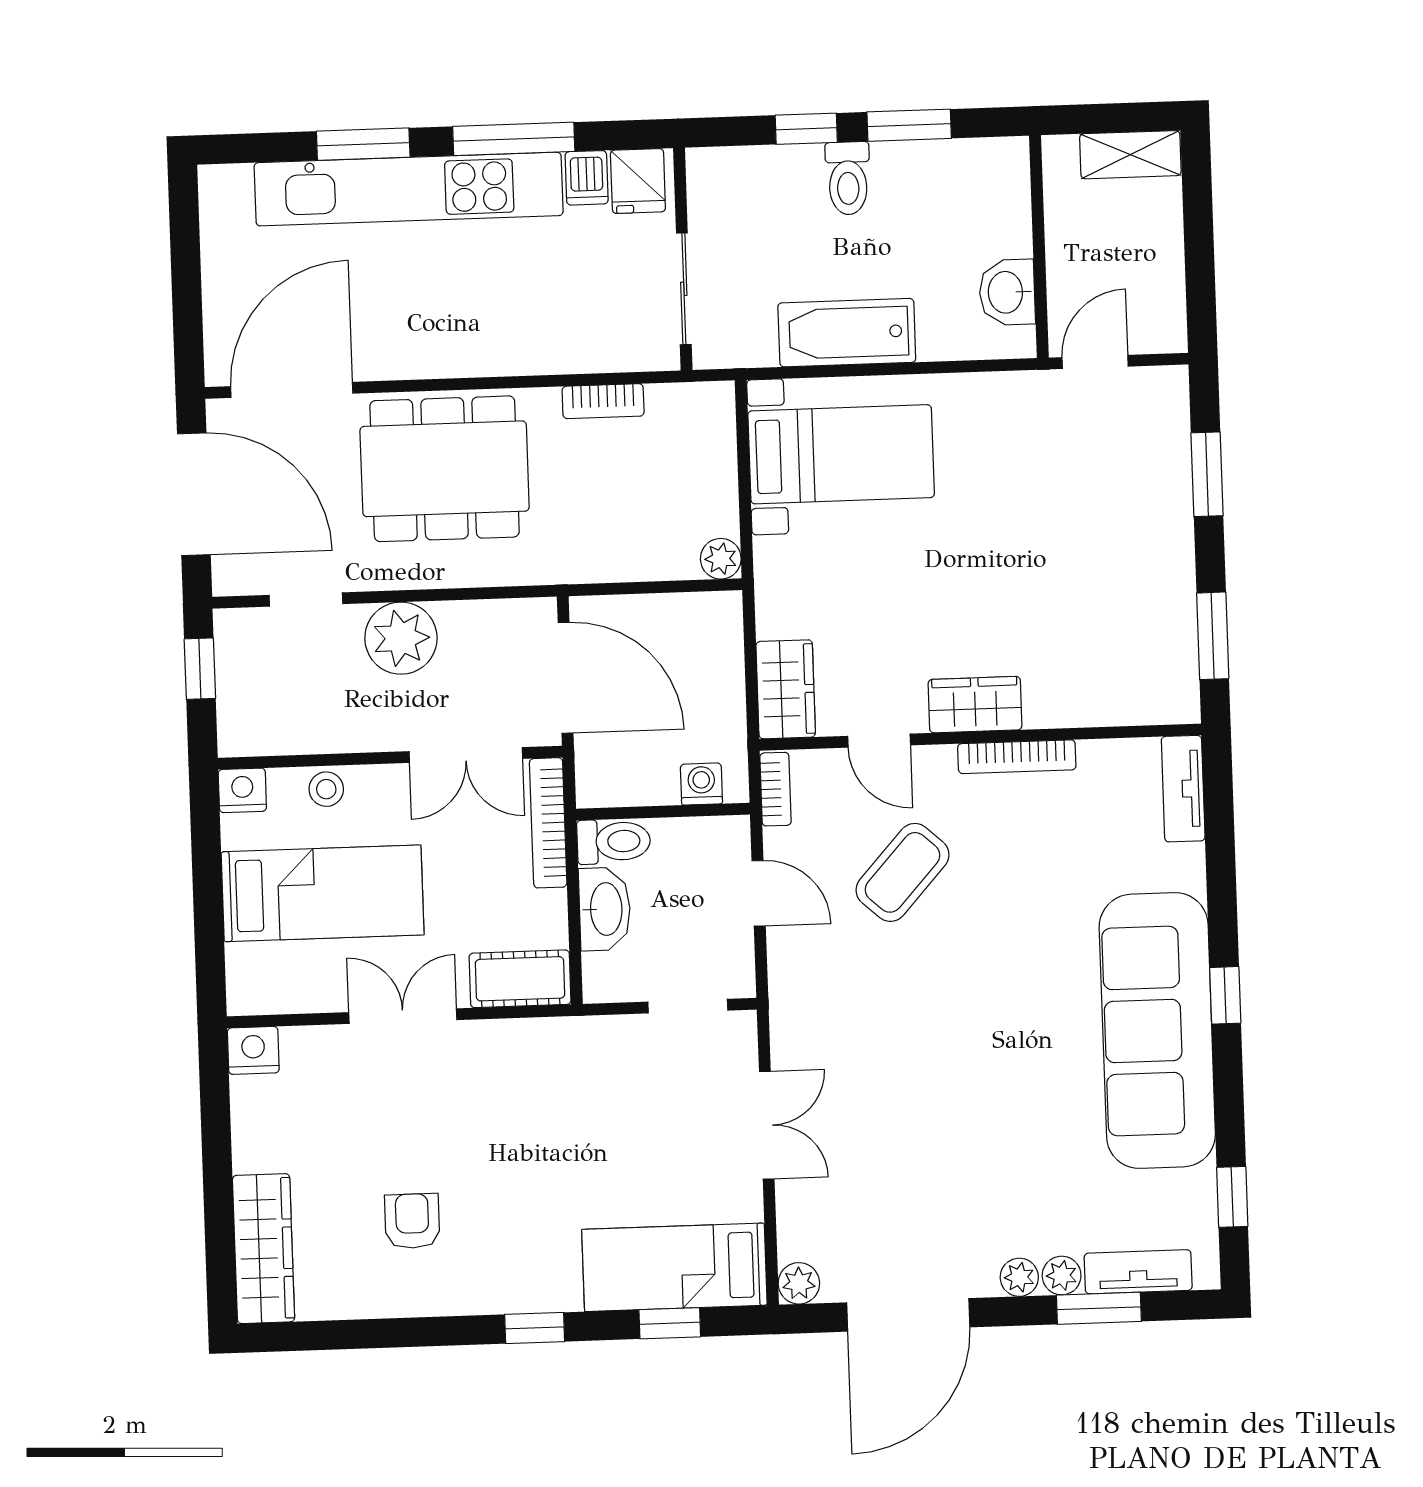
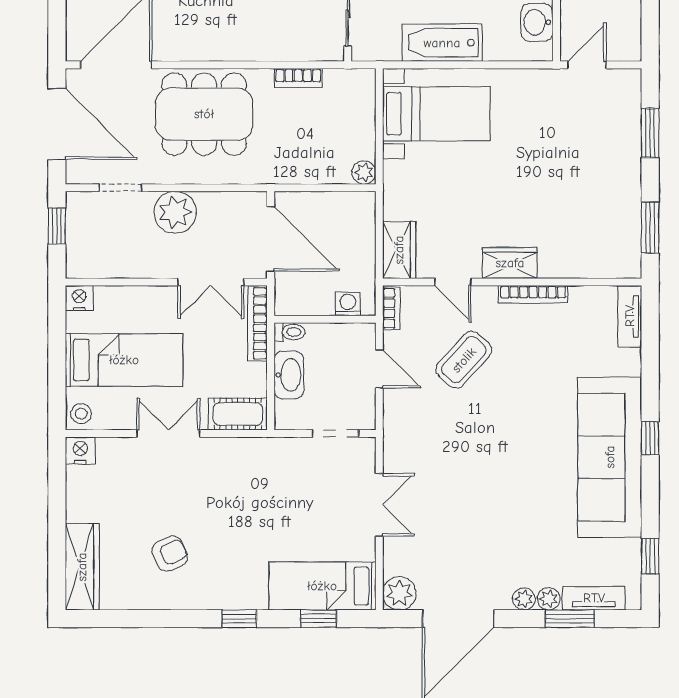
stool: (326, 789) -> (81, 414), moved
toilet: (614, 841) -> (289, 332), width x0.73, depth x0.72
armchair: (412, 1221) -> (170, 554), turned 66
plant: (799, 1283) -> (399, 593), width x1.38, depth x1.38

